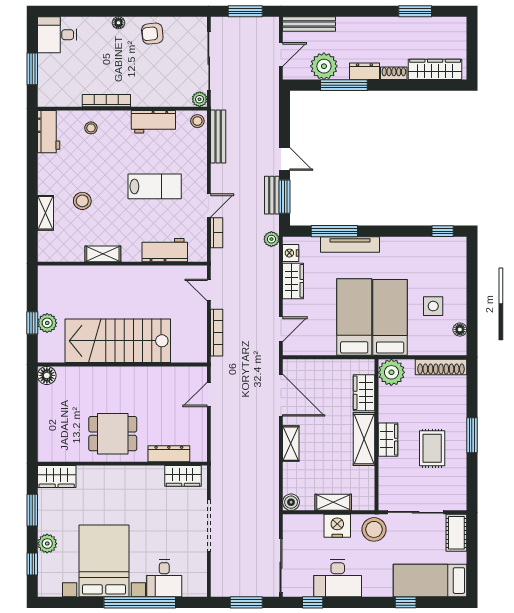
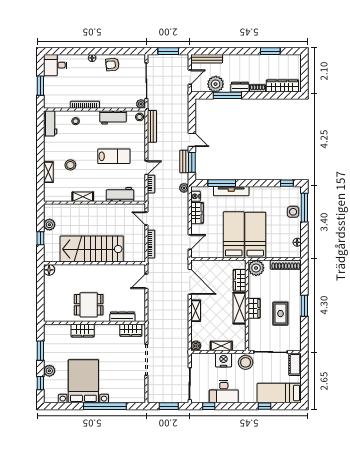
window: (472, 272) -> (304, 208), added
side table: (433, 306) -> (293, 212), moved
plant: (47, 323) -> (49, 225), moved
wardrobe: (57, 476) -> (83, 331), moved
desk: (164, 578) -> (120, 392), removed

